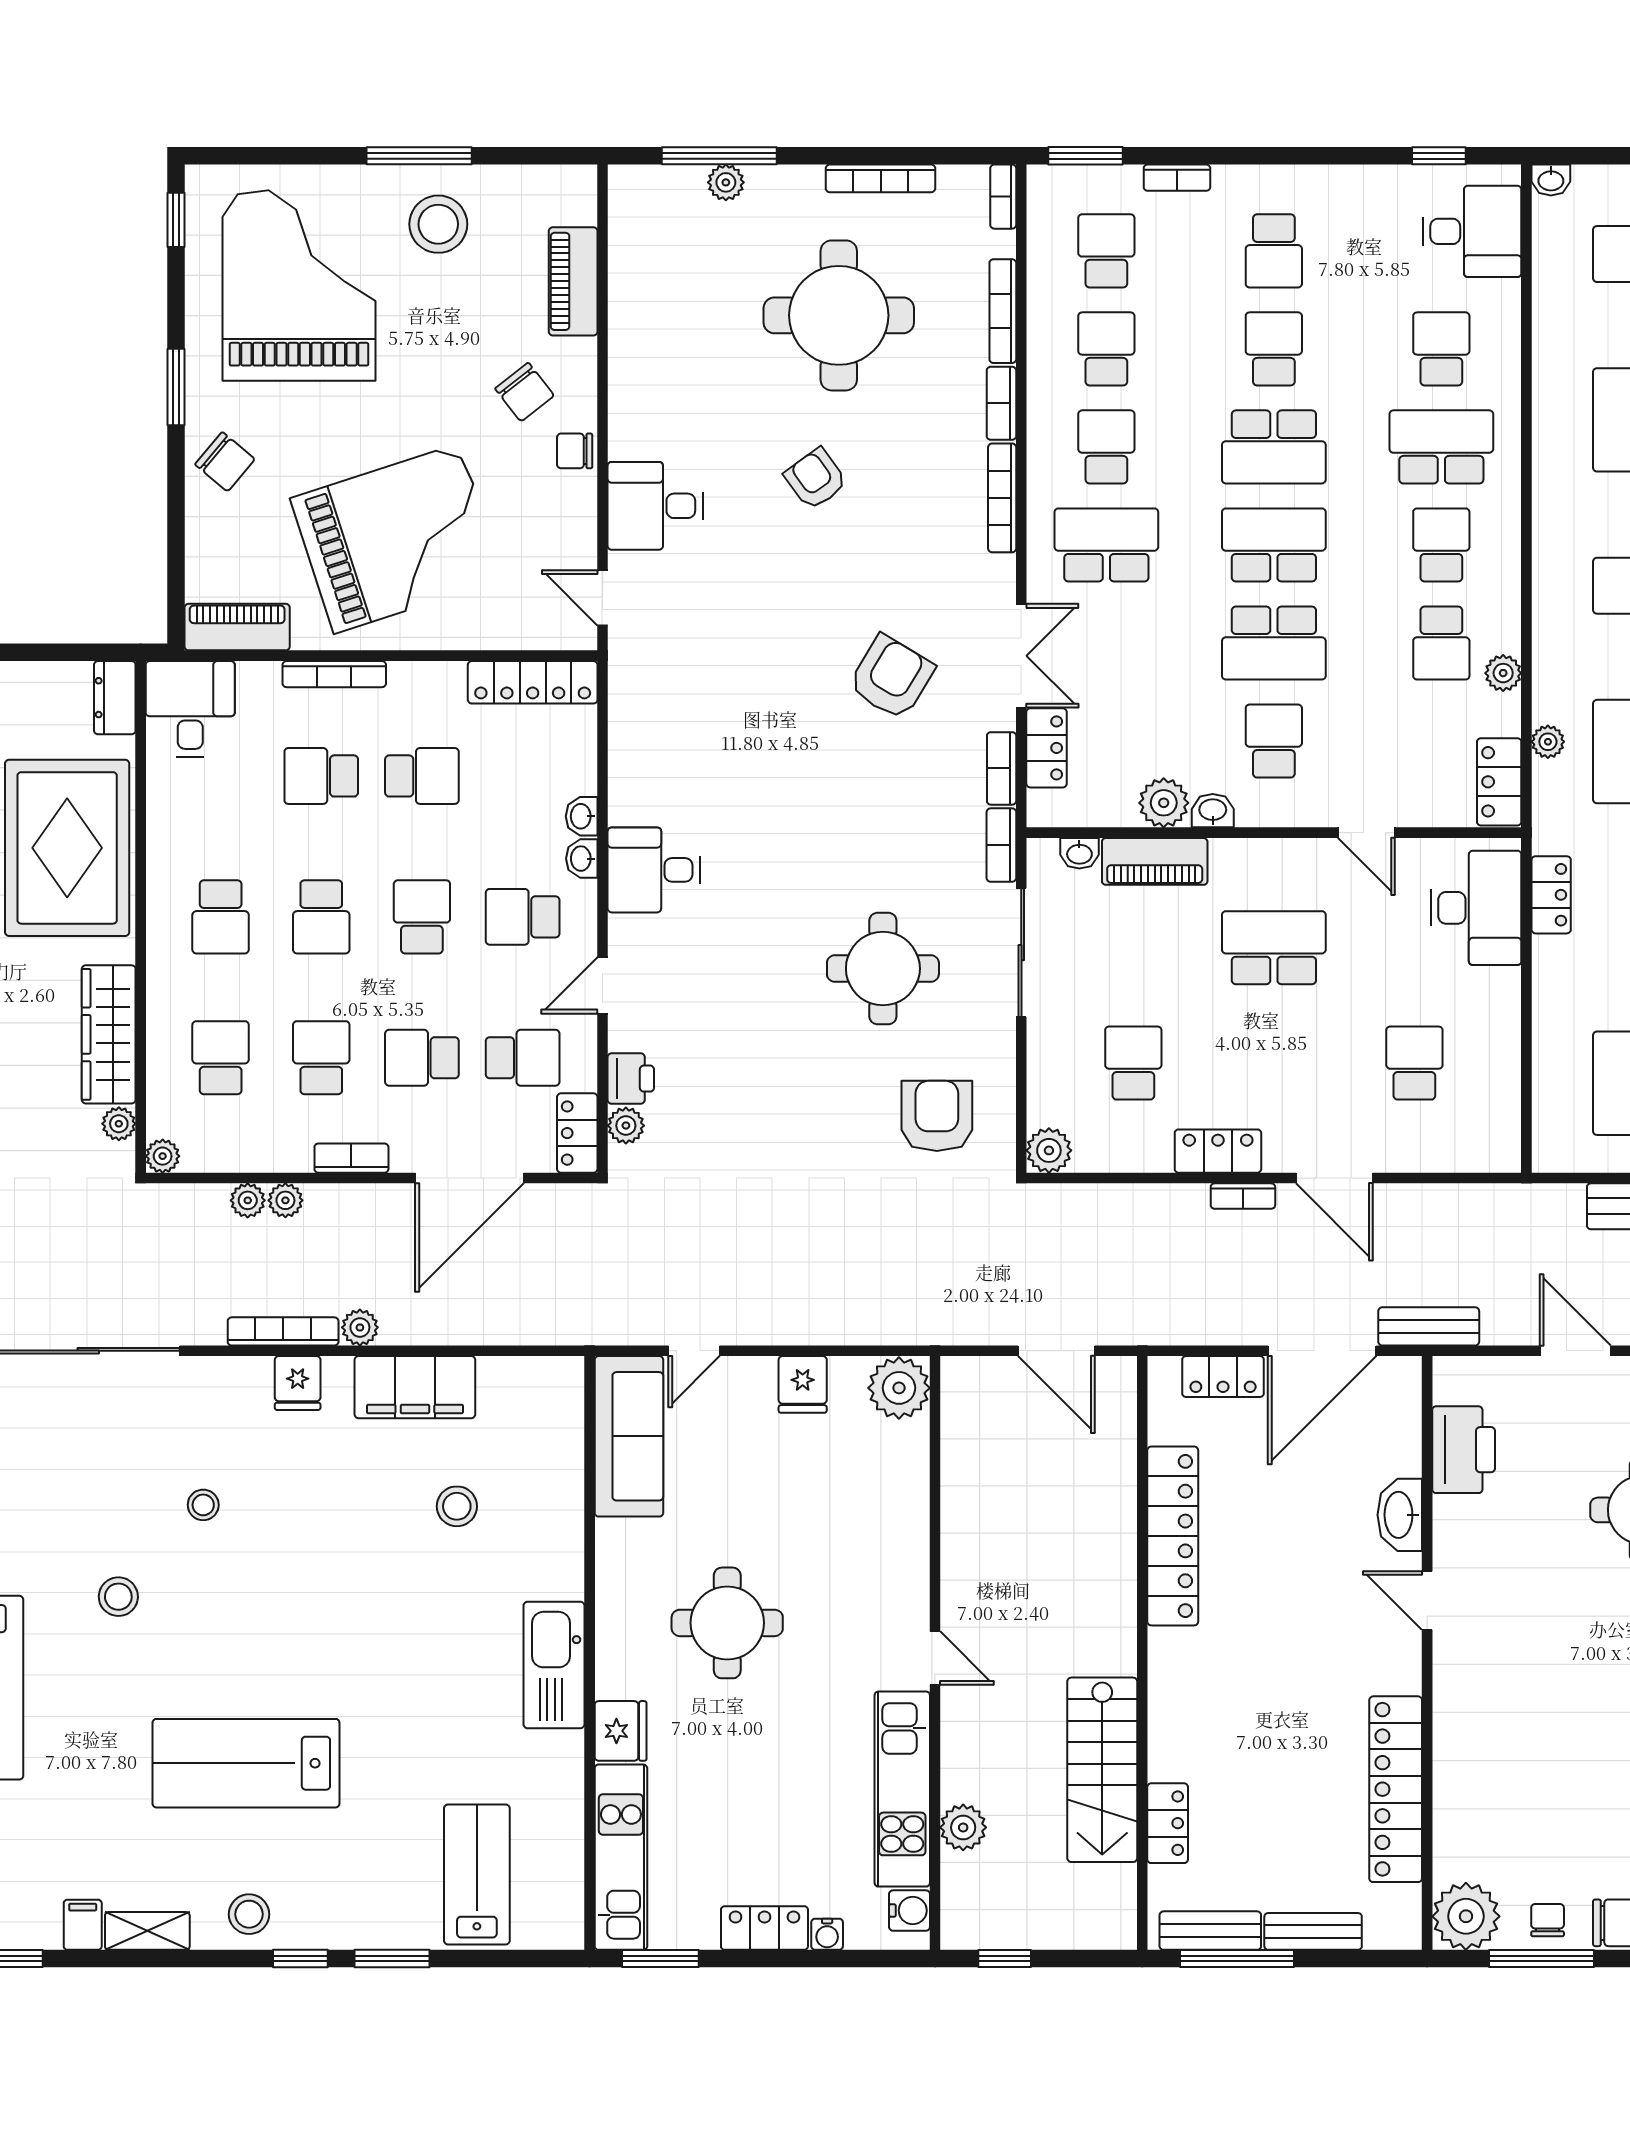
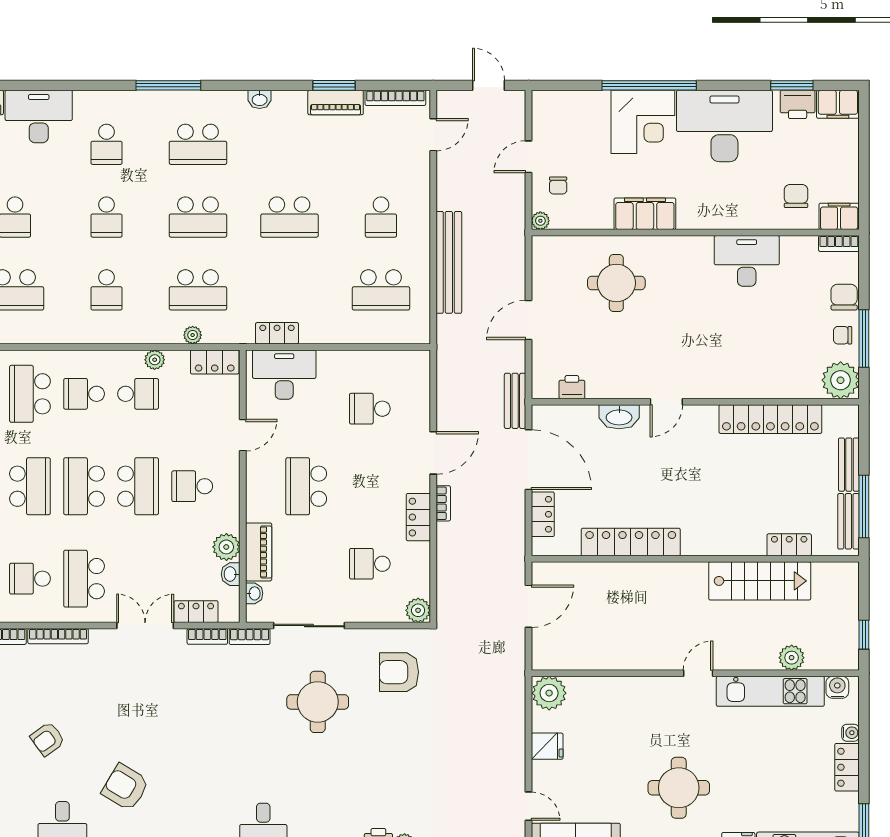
armchair: (891, 677) -> (125, 787), moved
washbasin: (1213, 811) -> (231, 574), moved
printer: (1464, 1450) -> (572, 387), width x0.53, depth x0.68

